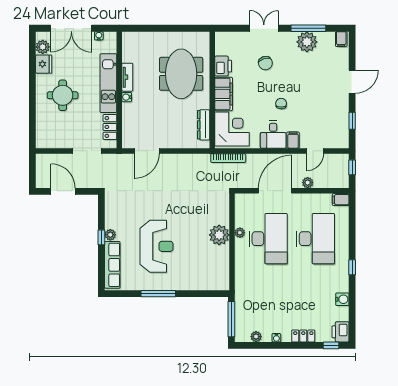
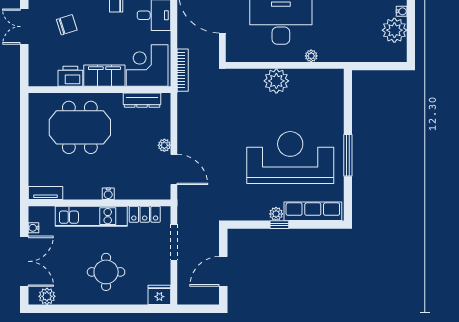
fridge: (44, 64) -> (159, 295), moved
tv unit: (127, 77) -> (46, 193), moved
plant: (166, 143) -> (164, 145), added
plant: (240, 233) -> (311, 56), moved
reception desk: (156, 246) -> (290, 157), width x1.36, depth x1.30
window: (231, 319) -> (379, 66), removed
plant: (256, 337) -> (394, 30), width x1.87, depth x1.87

